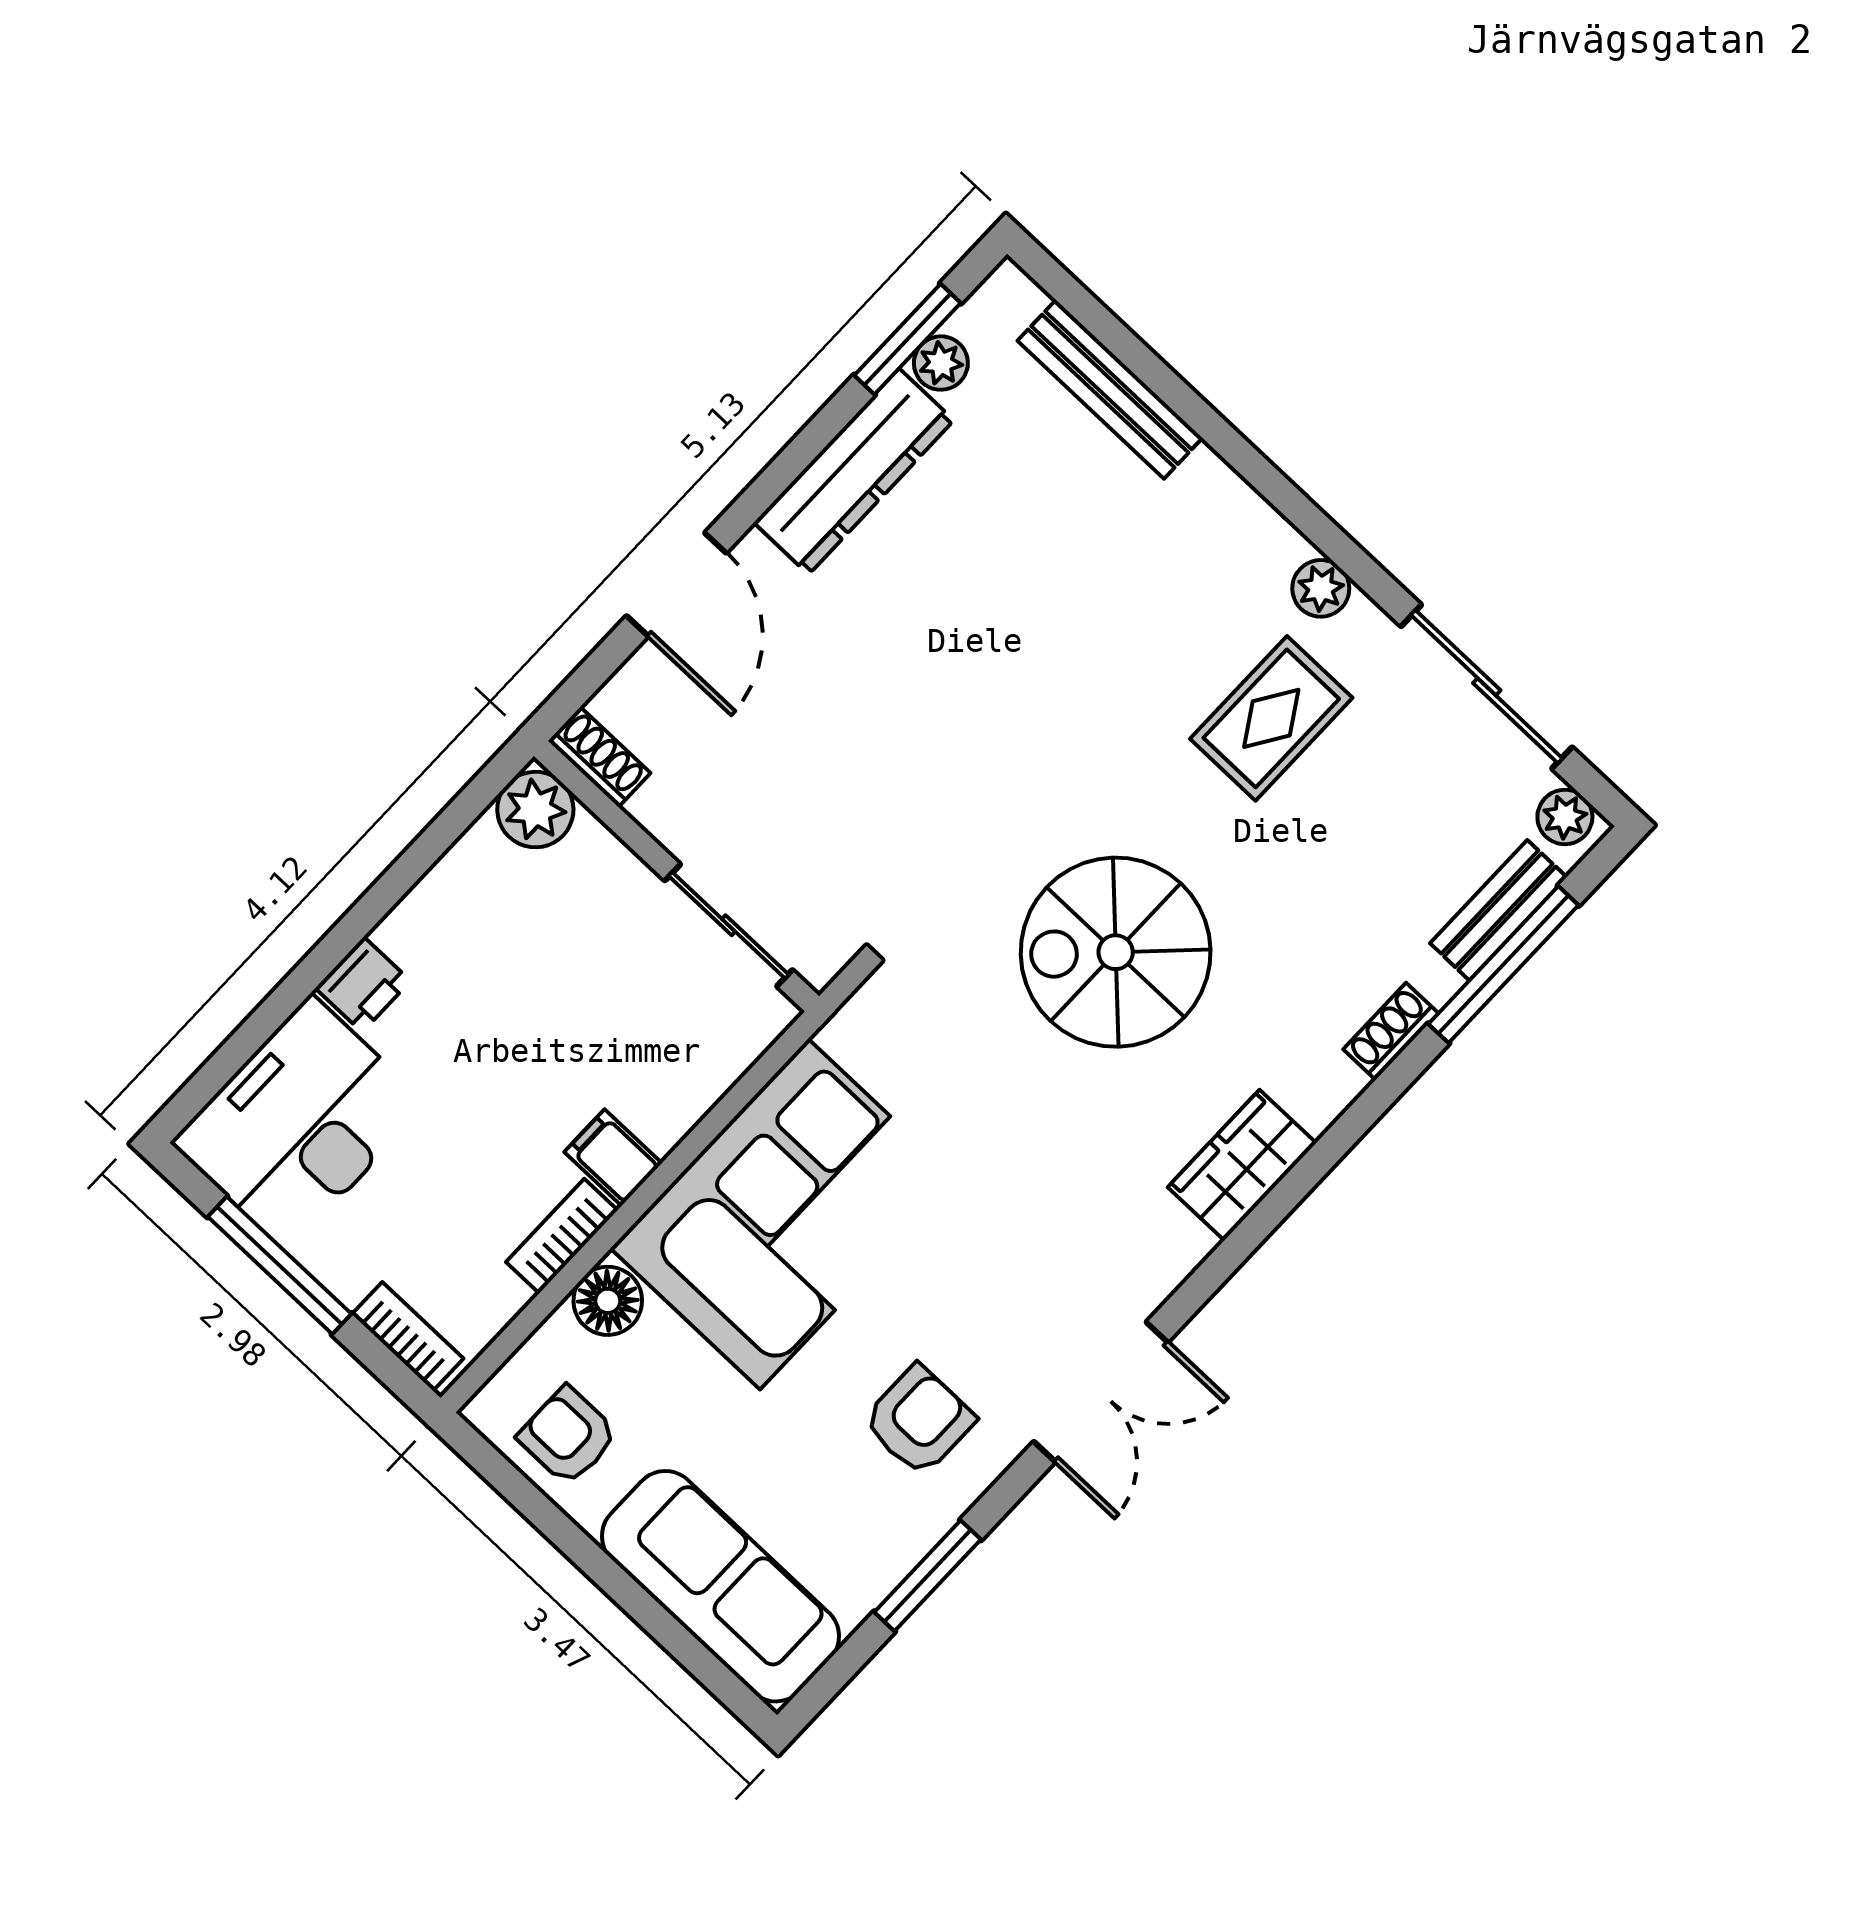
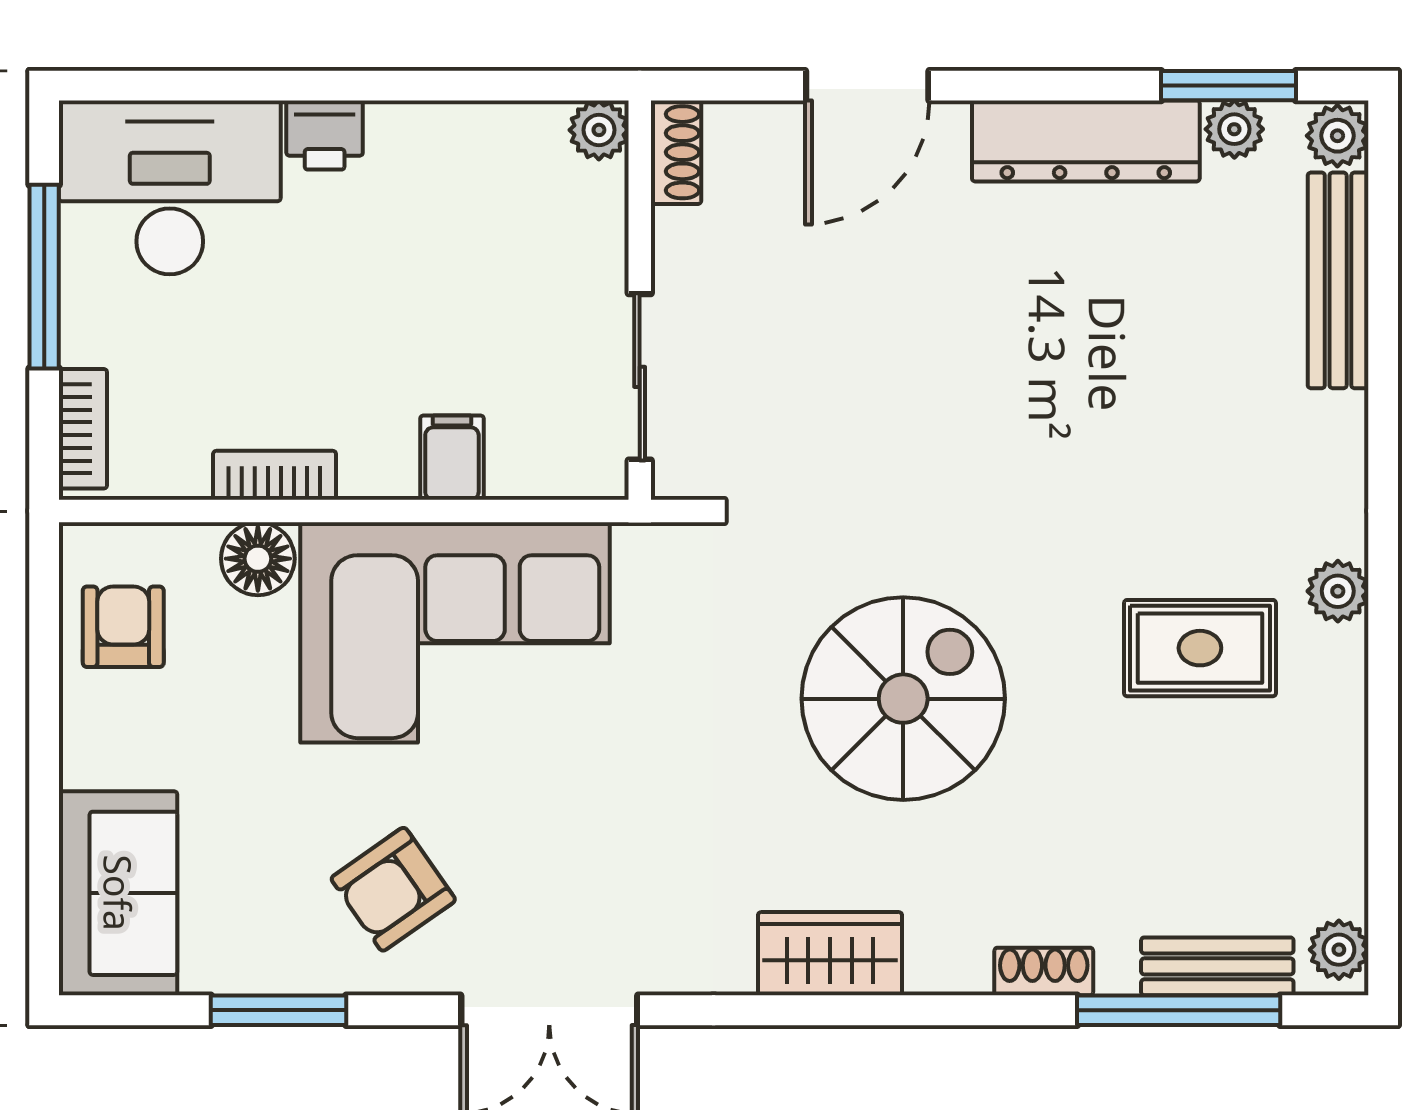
plant: (1011, 297) -> (1337, 136), added
sliding door: (1487, 687) -> (1383, 793), removed
plant: (535, 810) -> (599, 130), width x0.73, depth x0.73
spiral stairs: (1116, 952) -> (903, 699), turned 90
filing cabinet: (613, 1158) -> (452, 458), moved
armchair: (919, 1420) -> (393, 889), turned 145
sofa: (720, 1586) -> (118, 893), width x0.73

